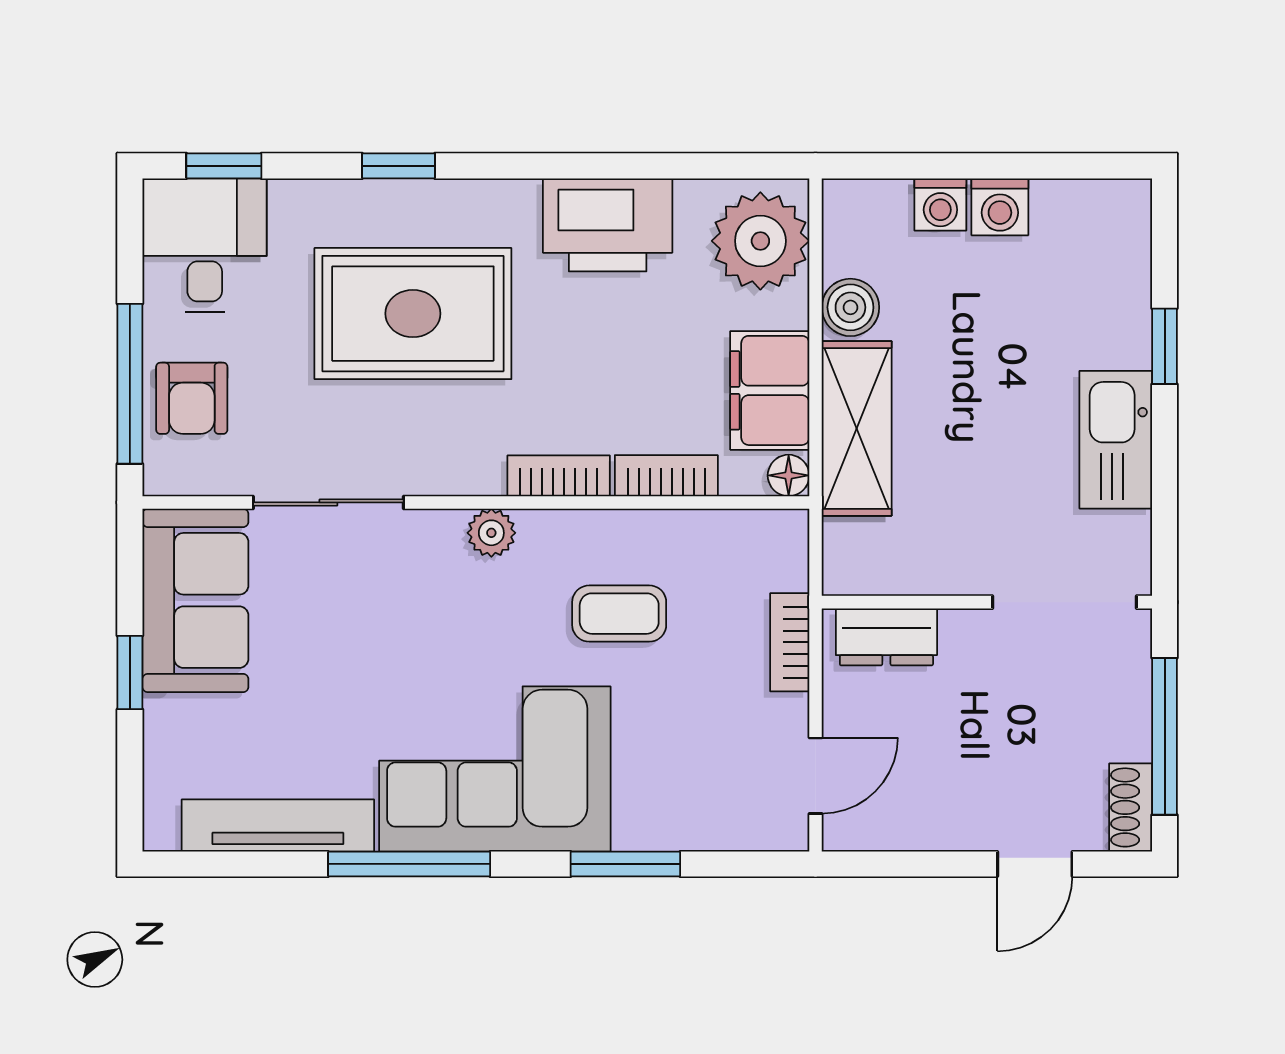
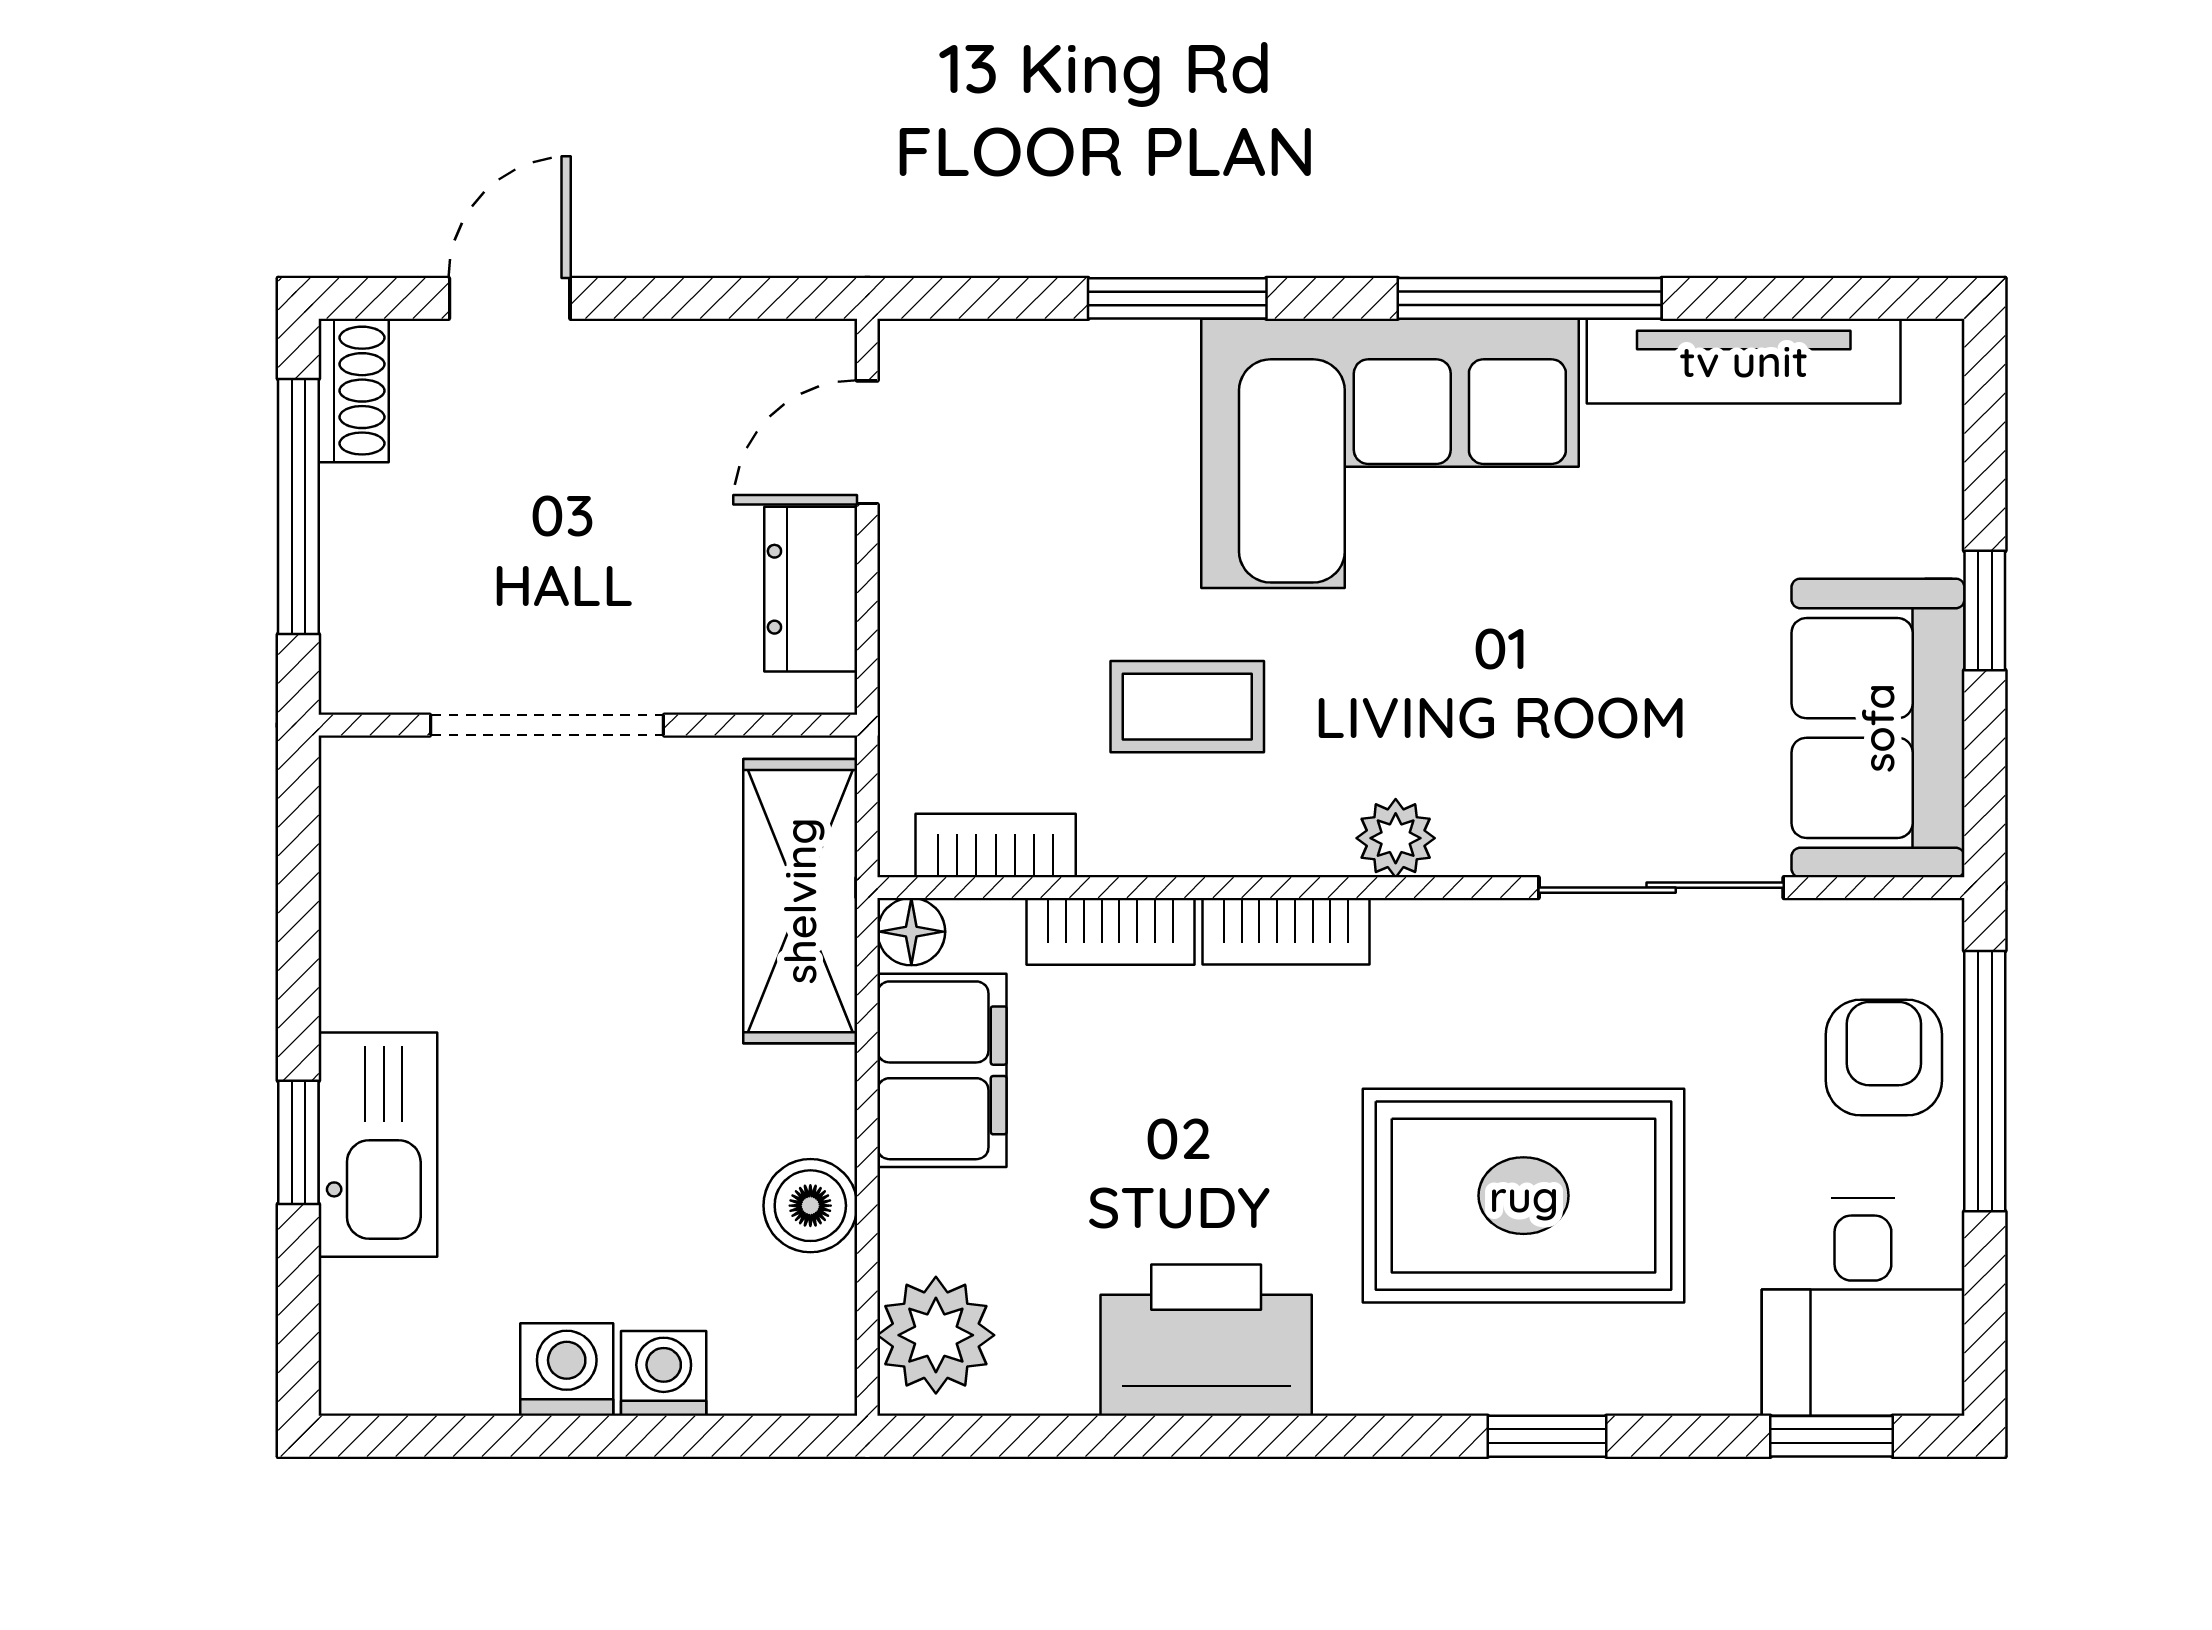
plant: (760, 241) -> (936, 1335), width x0.73, depth x0.73
shelving: (857, 428) -> (800, 901), moved
kitchen sink: (1116, 440) -> (378, 1145), moved
doorway: (1065, 602) -> (547, 725), moved
dresser: (886, 637) -> (811, 589), moved, turned -90
bookcase: (790, 642) -> (996, 845), moved, turned -90

